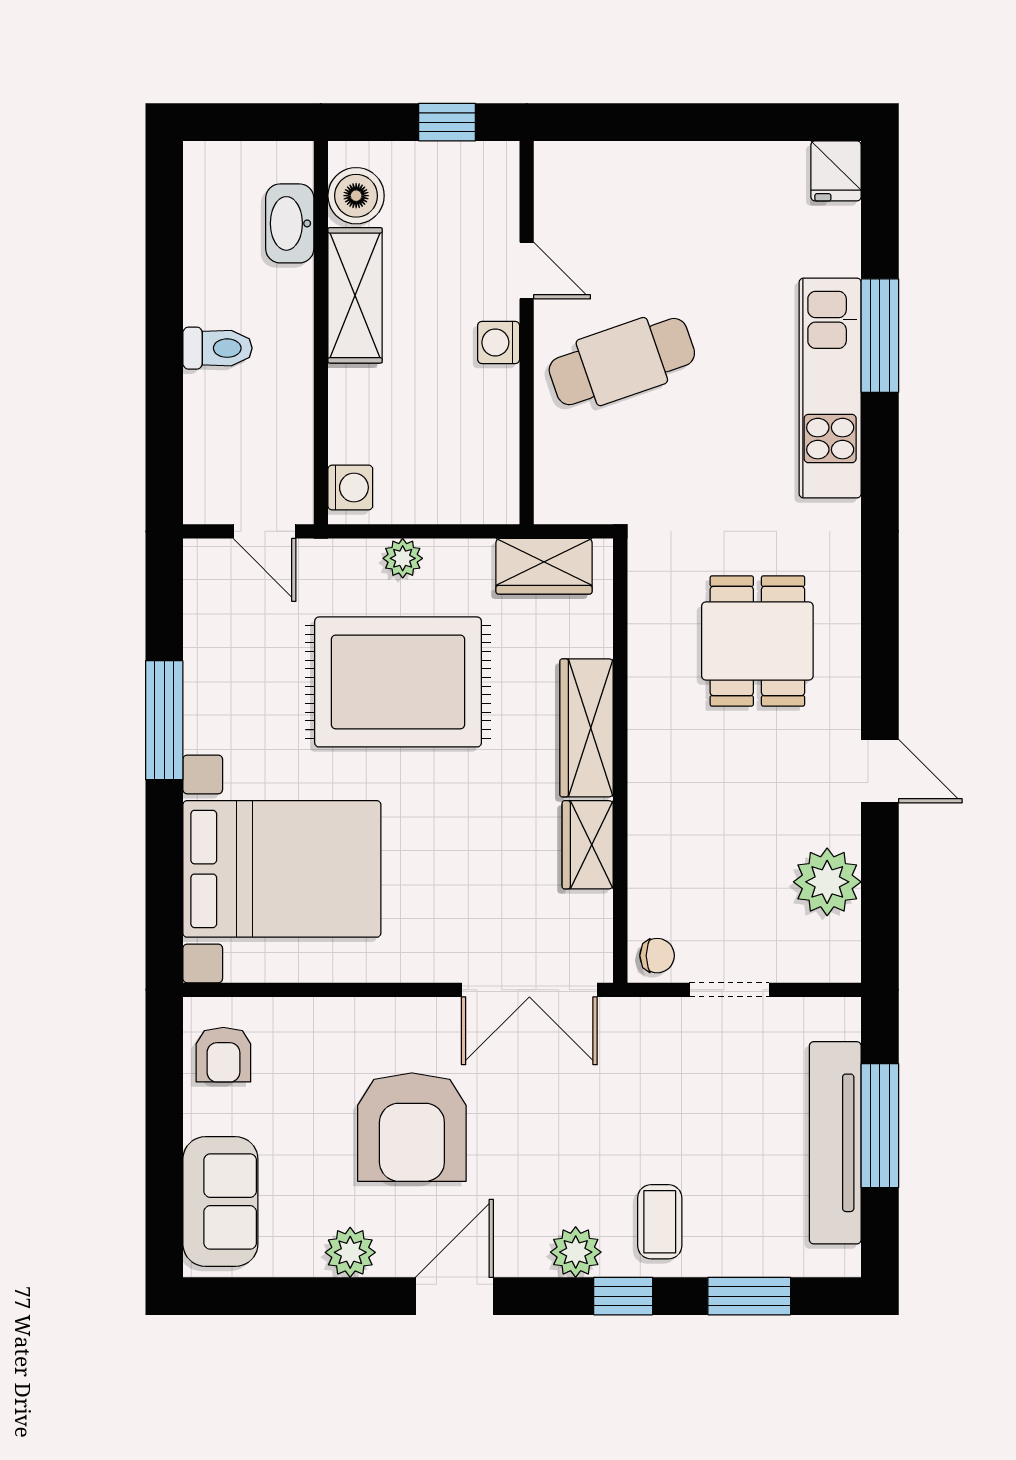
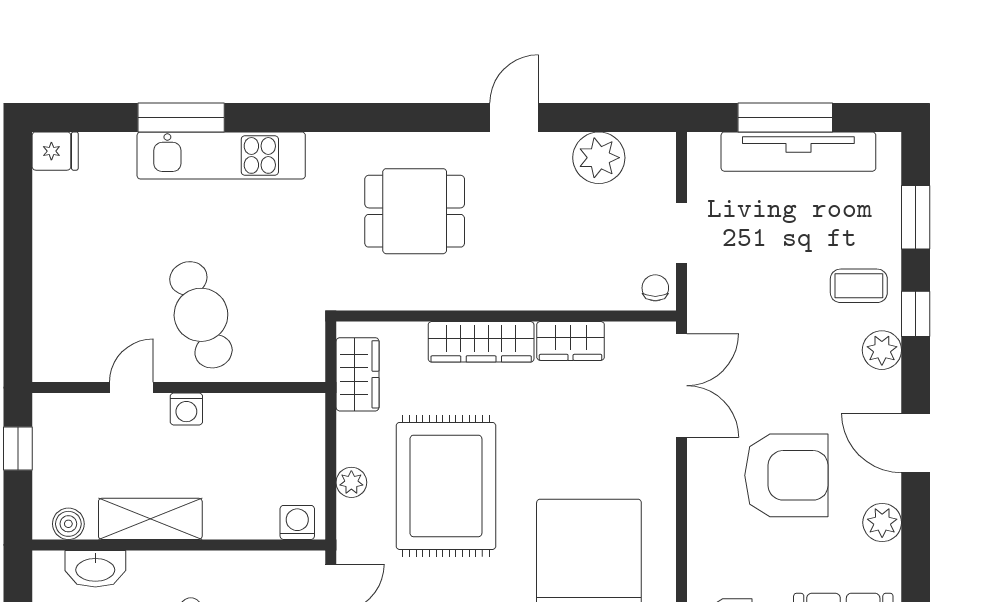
boiler: (356, 196) -> (68, 524), width x0.73, depth x0.73

